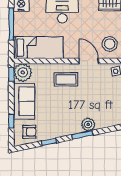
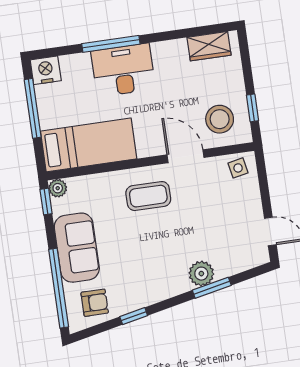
plant: (23, 72) -> (58, 188), width x0.53, depth x0.53
window: (11, 121) -> (59, 288), width x3.17
window: (82, 135) -> (212, 288), moved

